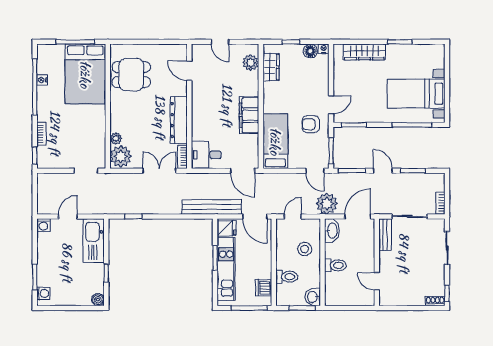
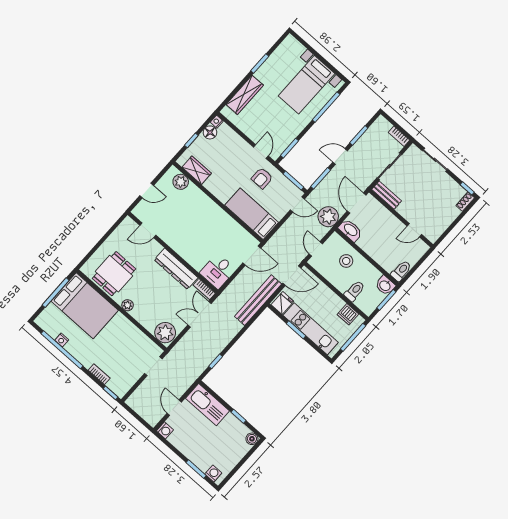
filing cabinet: (249, 115) -> (217, 216), removed
plant: (116, 138) -> (128, 305), moved
toilet: (335, 265) -> (401, 271), moved

